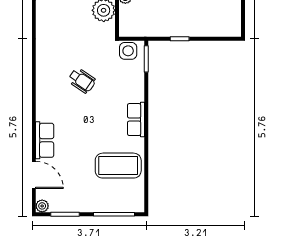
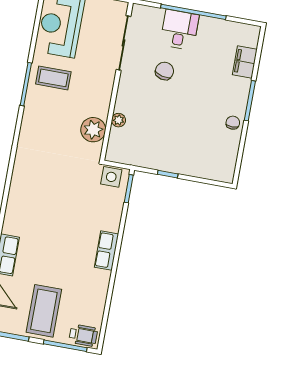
wheelchair: (82, 80) -> (83, 335), moved, turned -34
coffee table: (118, 166) -> (44, 311), moved, turned 90

